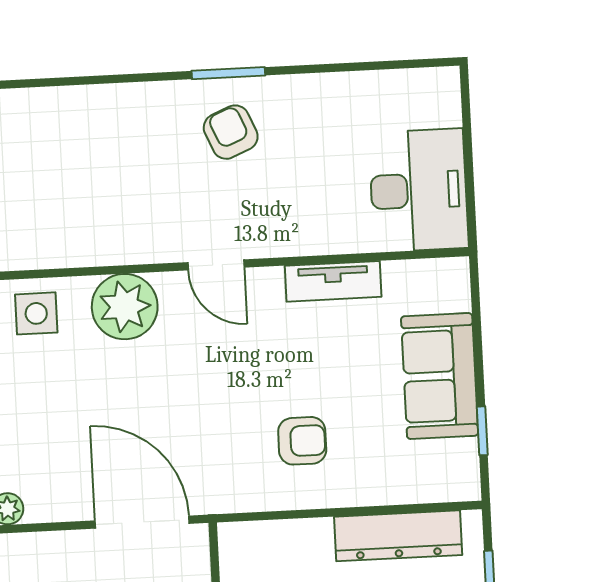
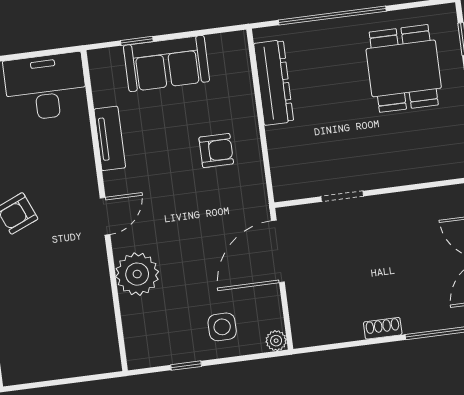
side table: (36, 313) -> (222, 327), moved
window: (482, 431) -> (137, 41), moved
armchair: (302, 441) -> (216, 150), turned 90

